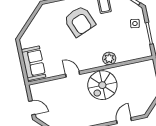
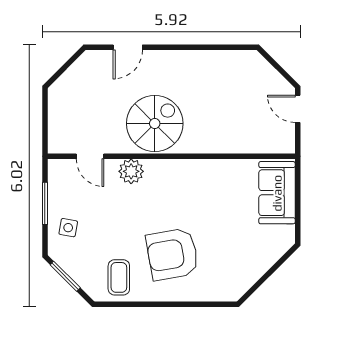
armchair: (80, 21) -> (172, 254), turned -78
door: (73, 74) -> (90, 156), moved

